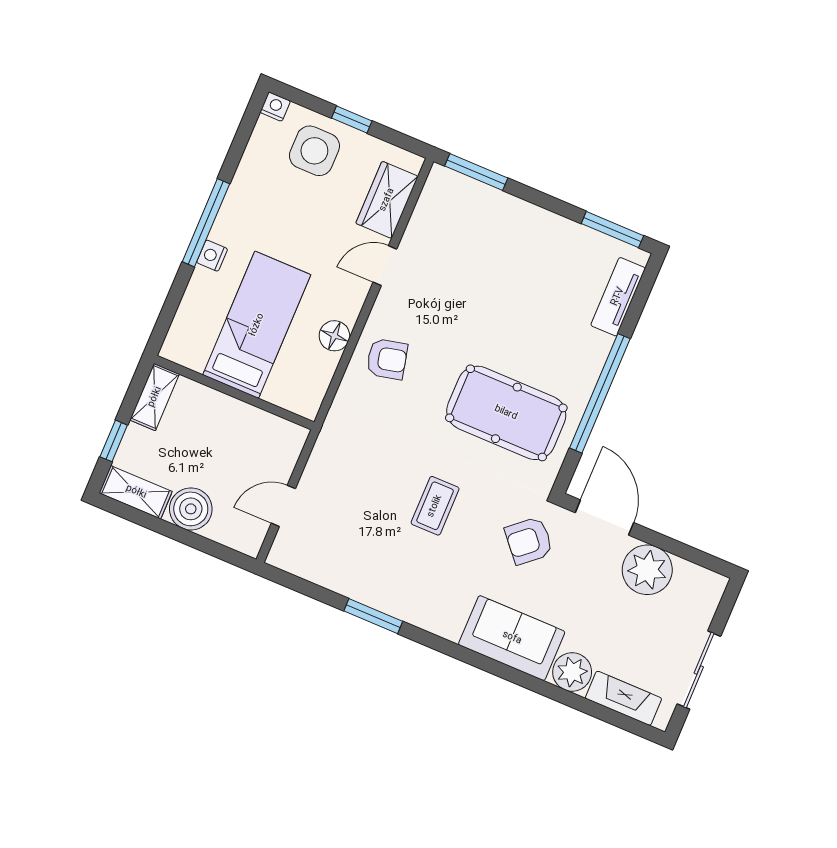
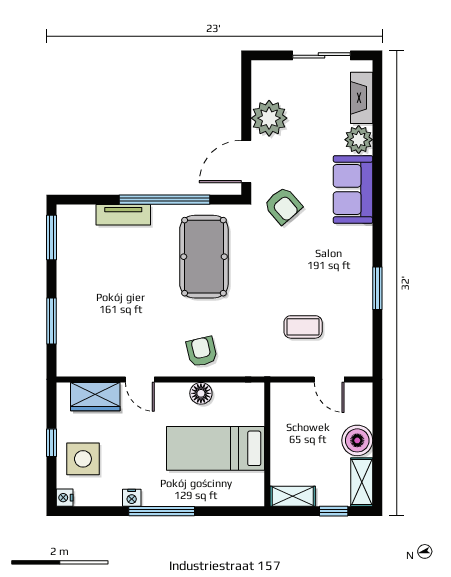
window: (476, 172) -> (51, 321), moved
nightstand: (212, 256) -> (132, 498), moved
tv unit: (618, 297) -> (123, 215), moved
coffee table: (435, 506) -> (303, 327), moved

